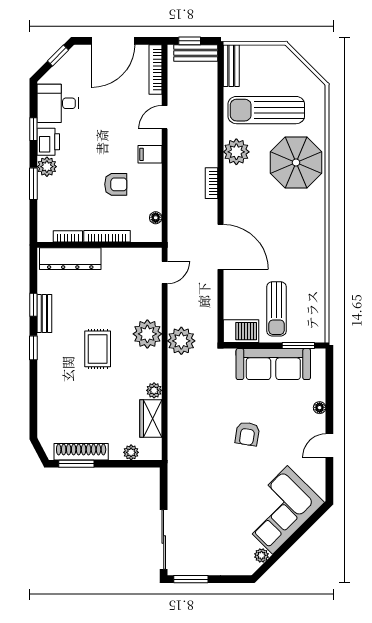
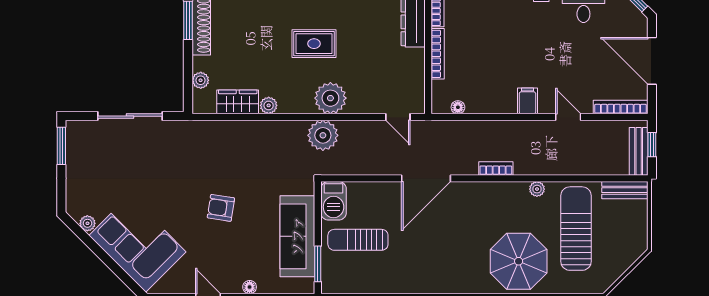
plant: (236, 152) -> (537, 189), width x0.53, depth x0.53
armchair: (116, 184) -> (495, 63), removed
sliding door: (164, 539) -> (130, 116), moved

